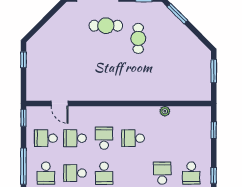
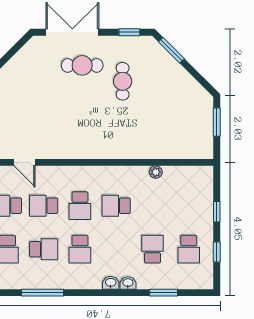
window: (214, 130) -> (217, 212), moved
school desk: (104, 138) -> (80, 206), turned 180
school desk: (75, 173) -> (44, 249), turned 180

